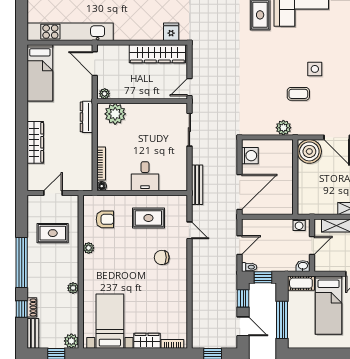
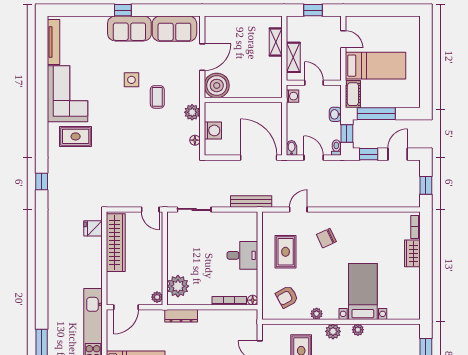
floor lamp: (256, 130) -> (195, 140), added
washing machine: (250, 156) -> (213, 130), moved, turned 90
armchair: (105, 219) -> (287, 297), turned -119
bidet: (249, 224) -> (292, 148), added
chair: (162, 257) -> (326, 238), turned 65
washbasin: (303, 266) -> (335, 114), moved
window: (282, 320) -> (376, 114), moved
bed with nightstands: (110, 321) -> (363, 291), moved, turned 90
plant: (71, 341) -> (333, 331), moved

